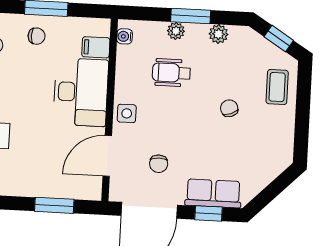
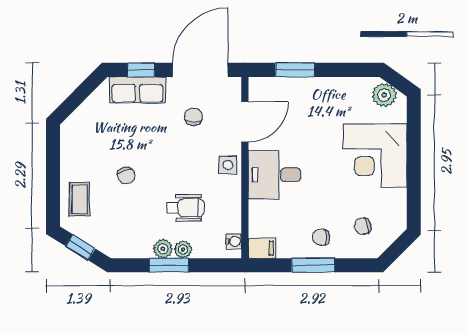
plant: (218, 34) -> (163, 249), moved
filing cabinet: (96, 47) -> (262, 248), moved
desk: (81, 92) -> (274, 175), width x0.73

